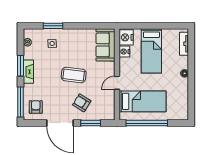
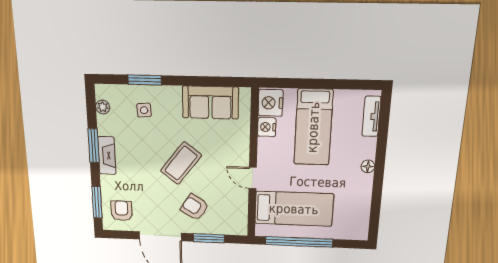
sofa: (105, 45) -> (210, 103), moved, turned -90
coffee table: (74, 75) -> (181, 163), turned -59
door: (117, 83) -> (253, 178), hinge flipped
window: (20, 102) -> (97, 202), width x0.69

